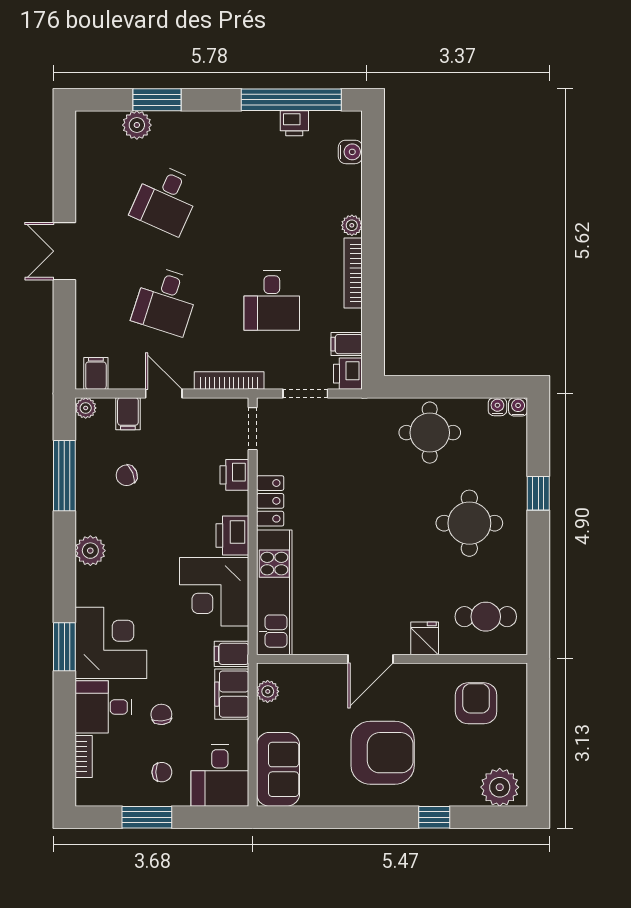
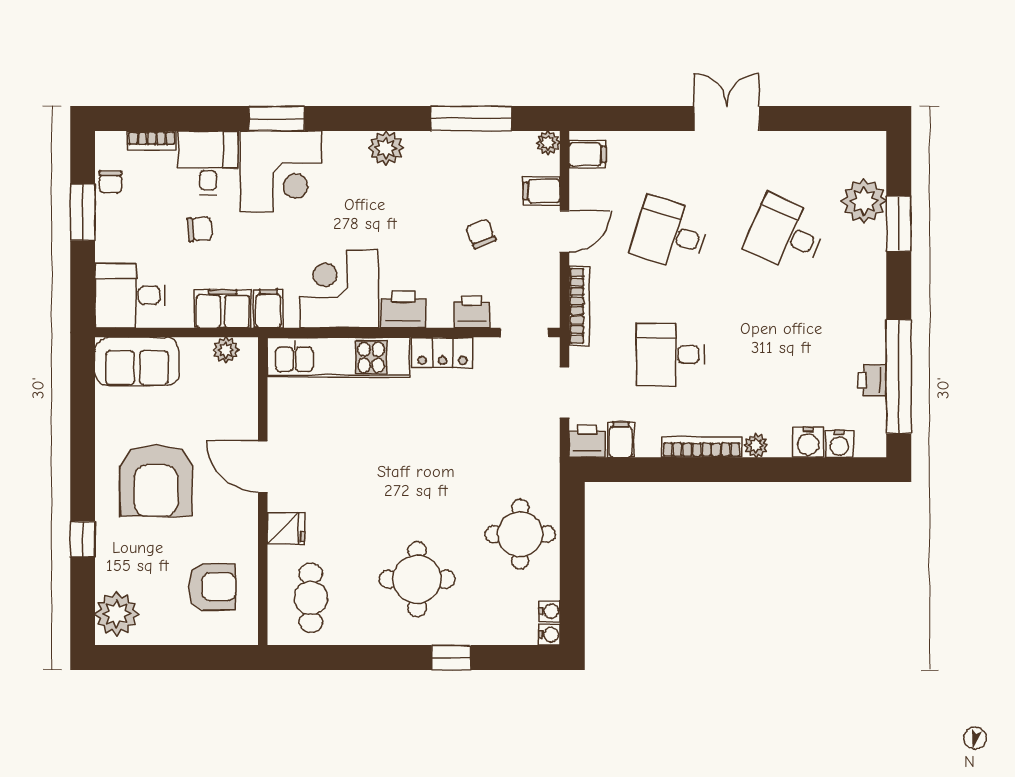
plant: (137, 125) -> (864, 201), width x1.36, depth x1.36
water cooler: (349, 179) -> (808, 442), added
chair: (127, 475) -> (481, 234), moved
chair: (162, 772) -> (111, 182), moved

